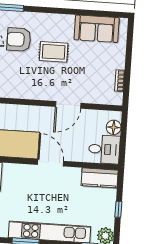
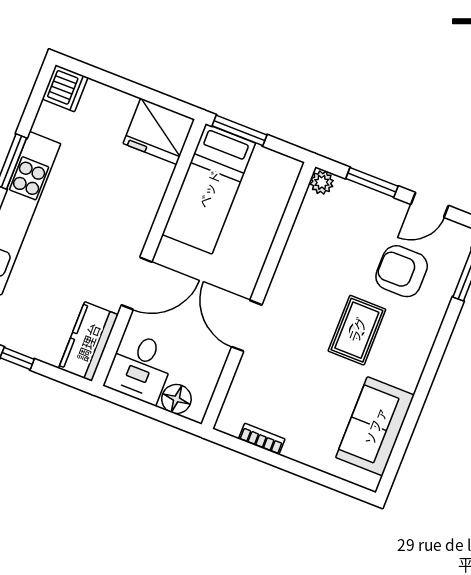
armchair: (19, 40) -> (402, 271), turned -90
door: (51, 163) -> (137, 283), moved

